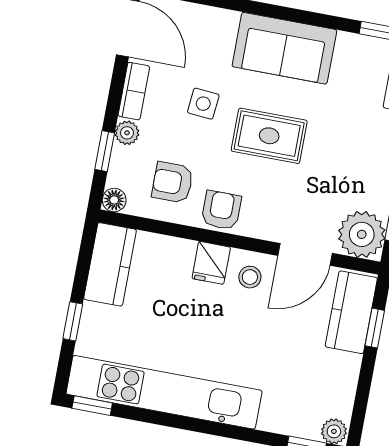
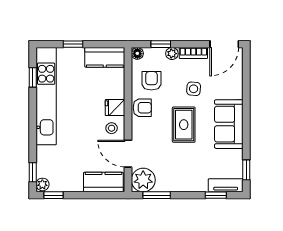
window: (375, 328) -> (54, 195), moved
window: (92, 406) -> (33, 77), moved

